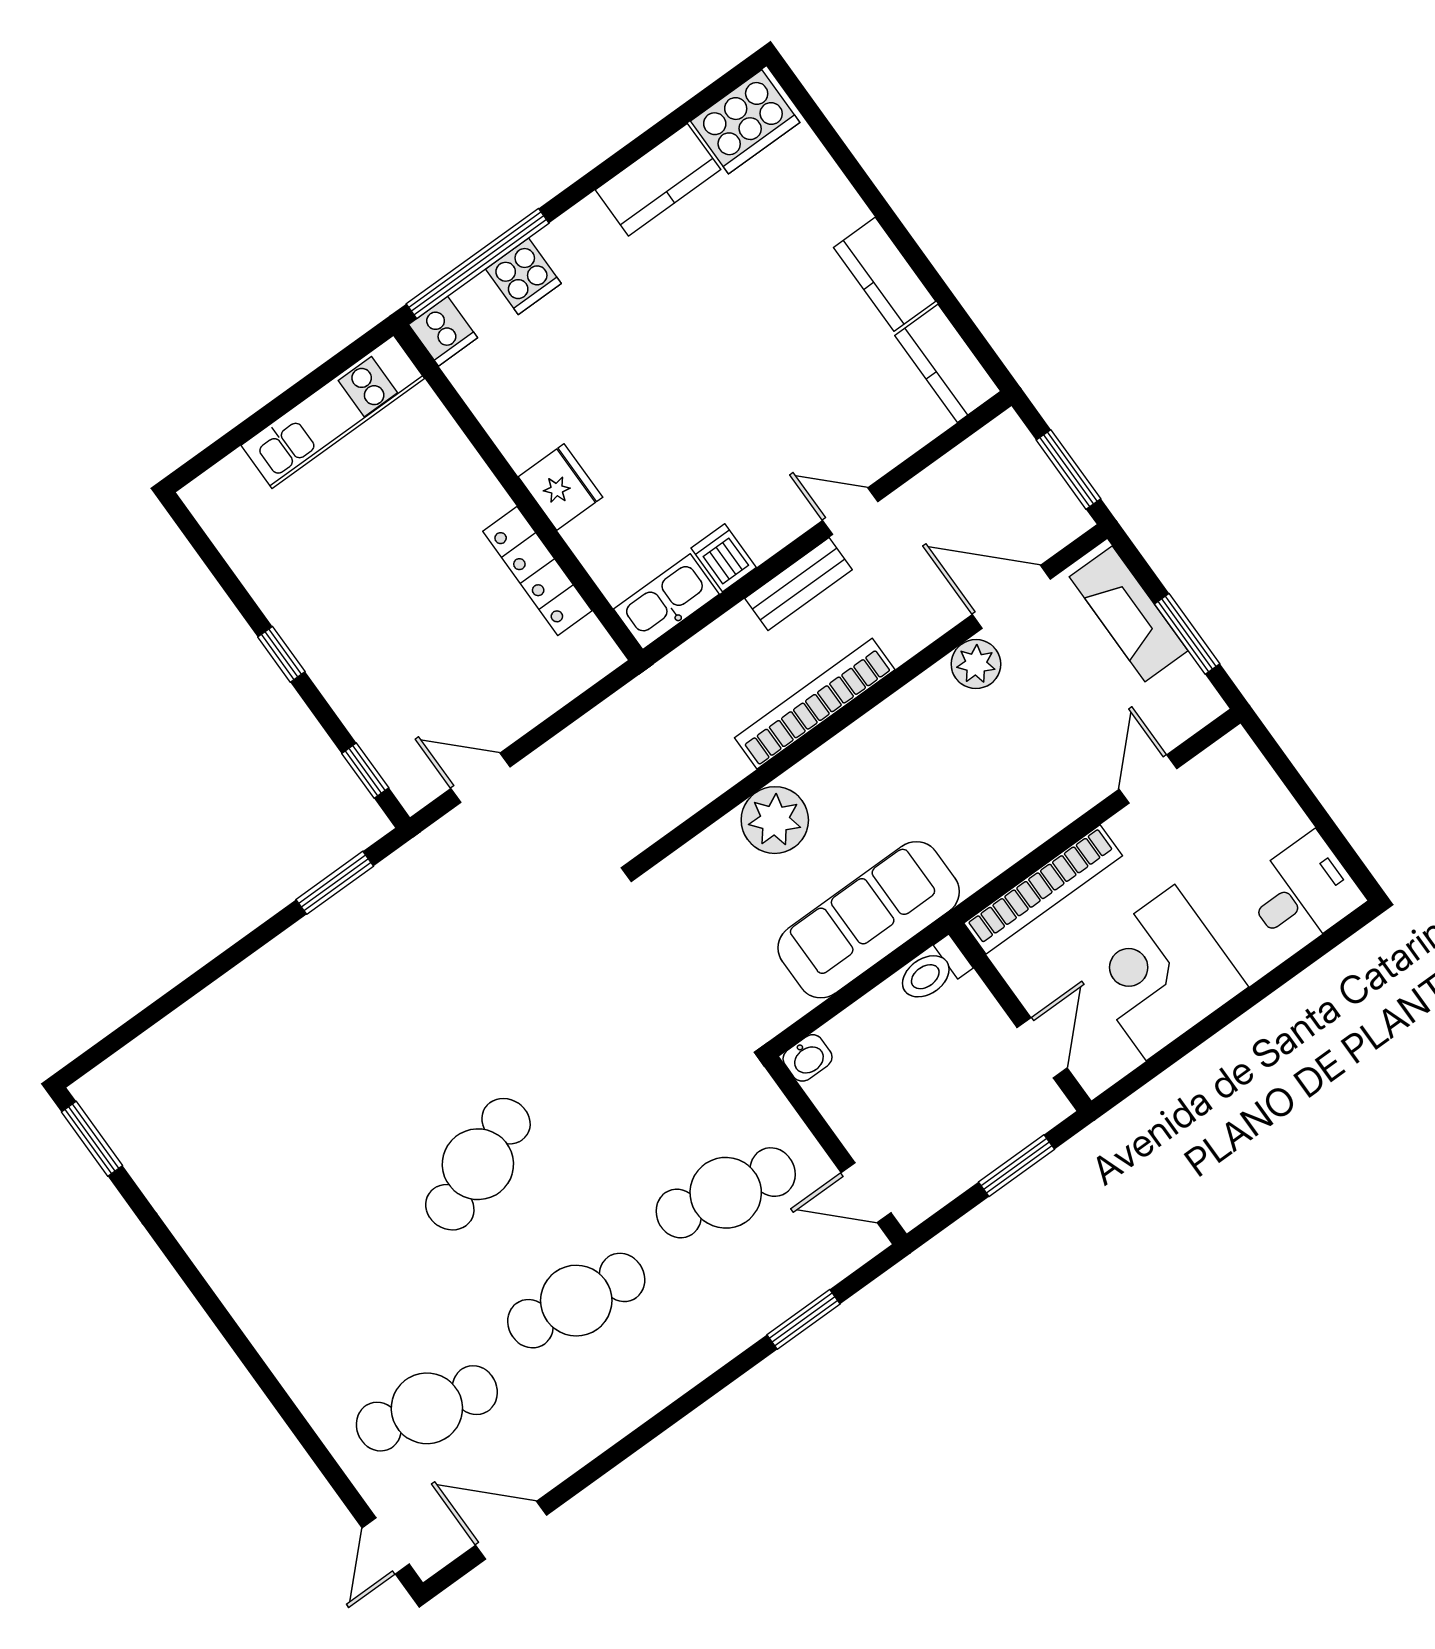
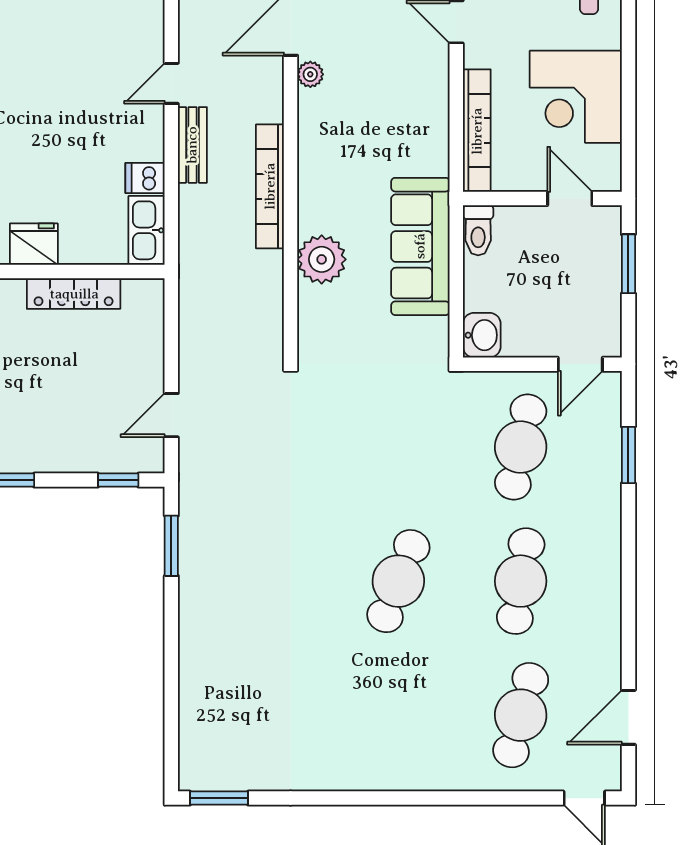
plant: (976, 664) -> (310, 74), width x0.73, depth x0.73
washbasin: (808, 1058) -> (482, 335), width x1.38, depth x1.45
cafe table: (478, 1164) -> (398, 581), turned 42

